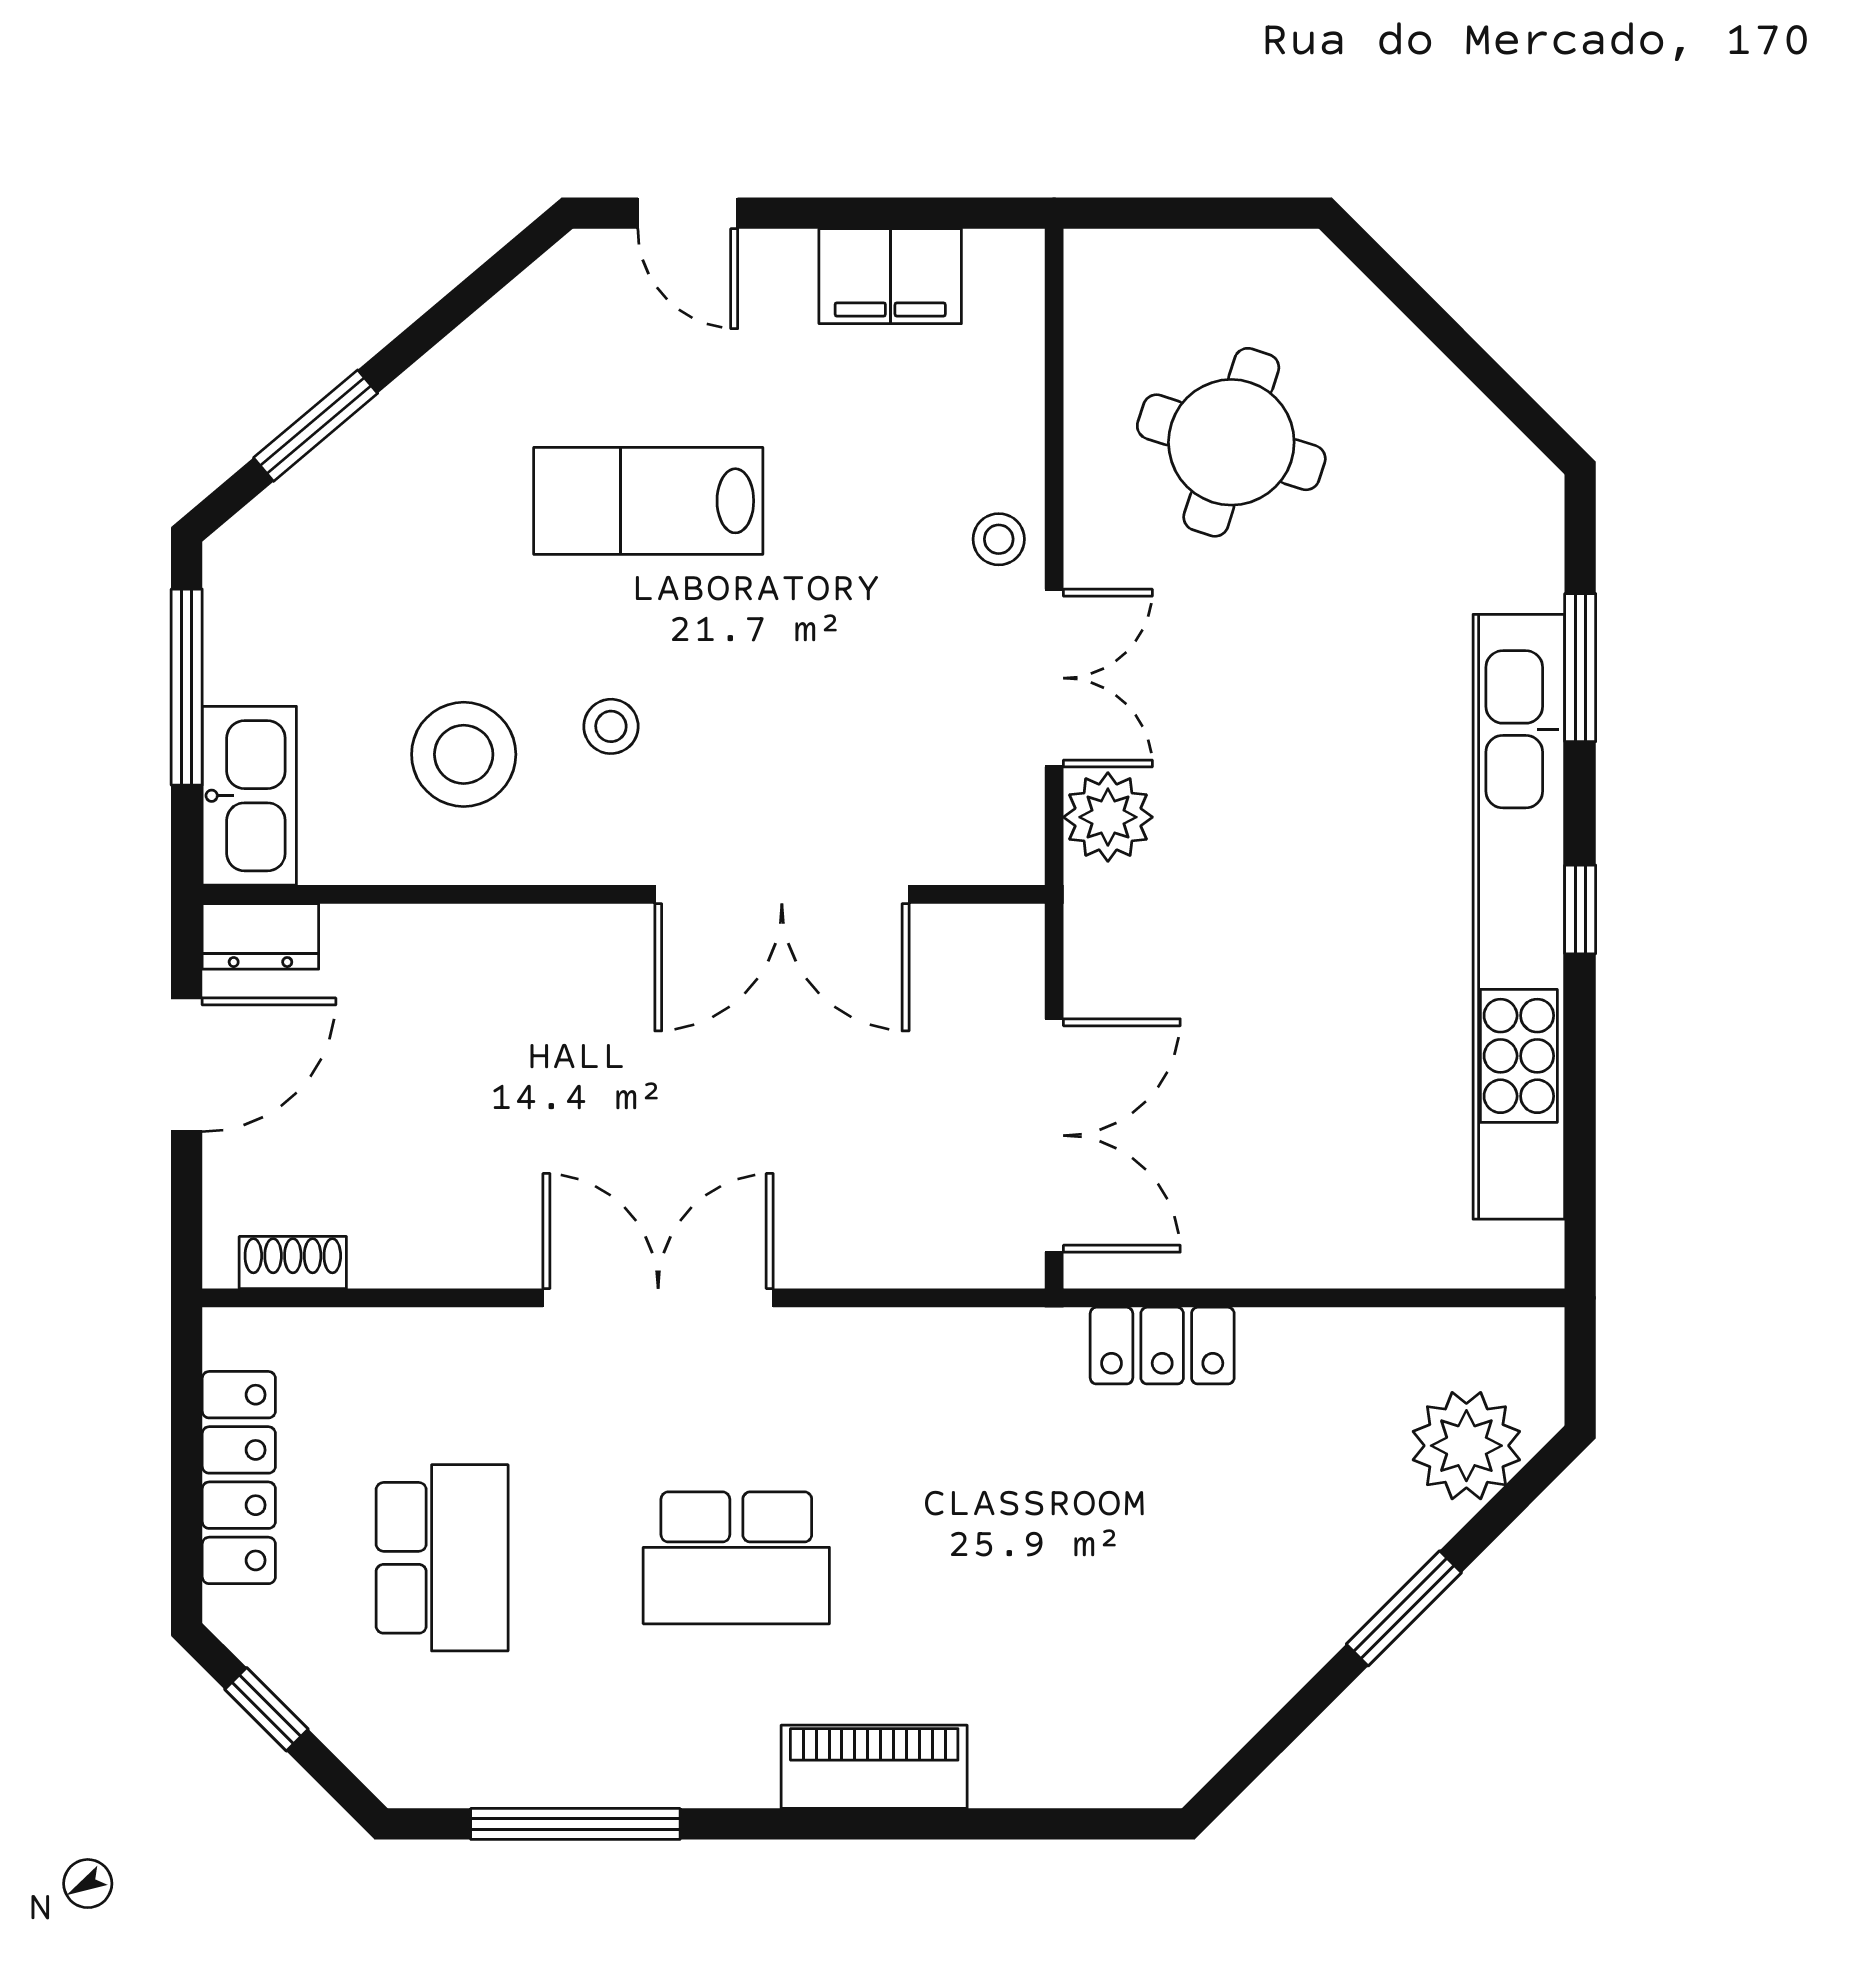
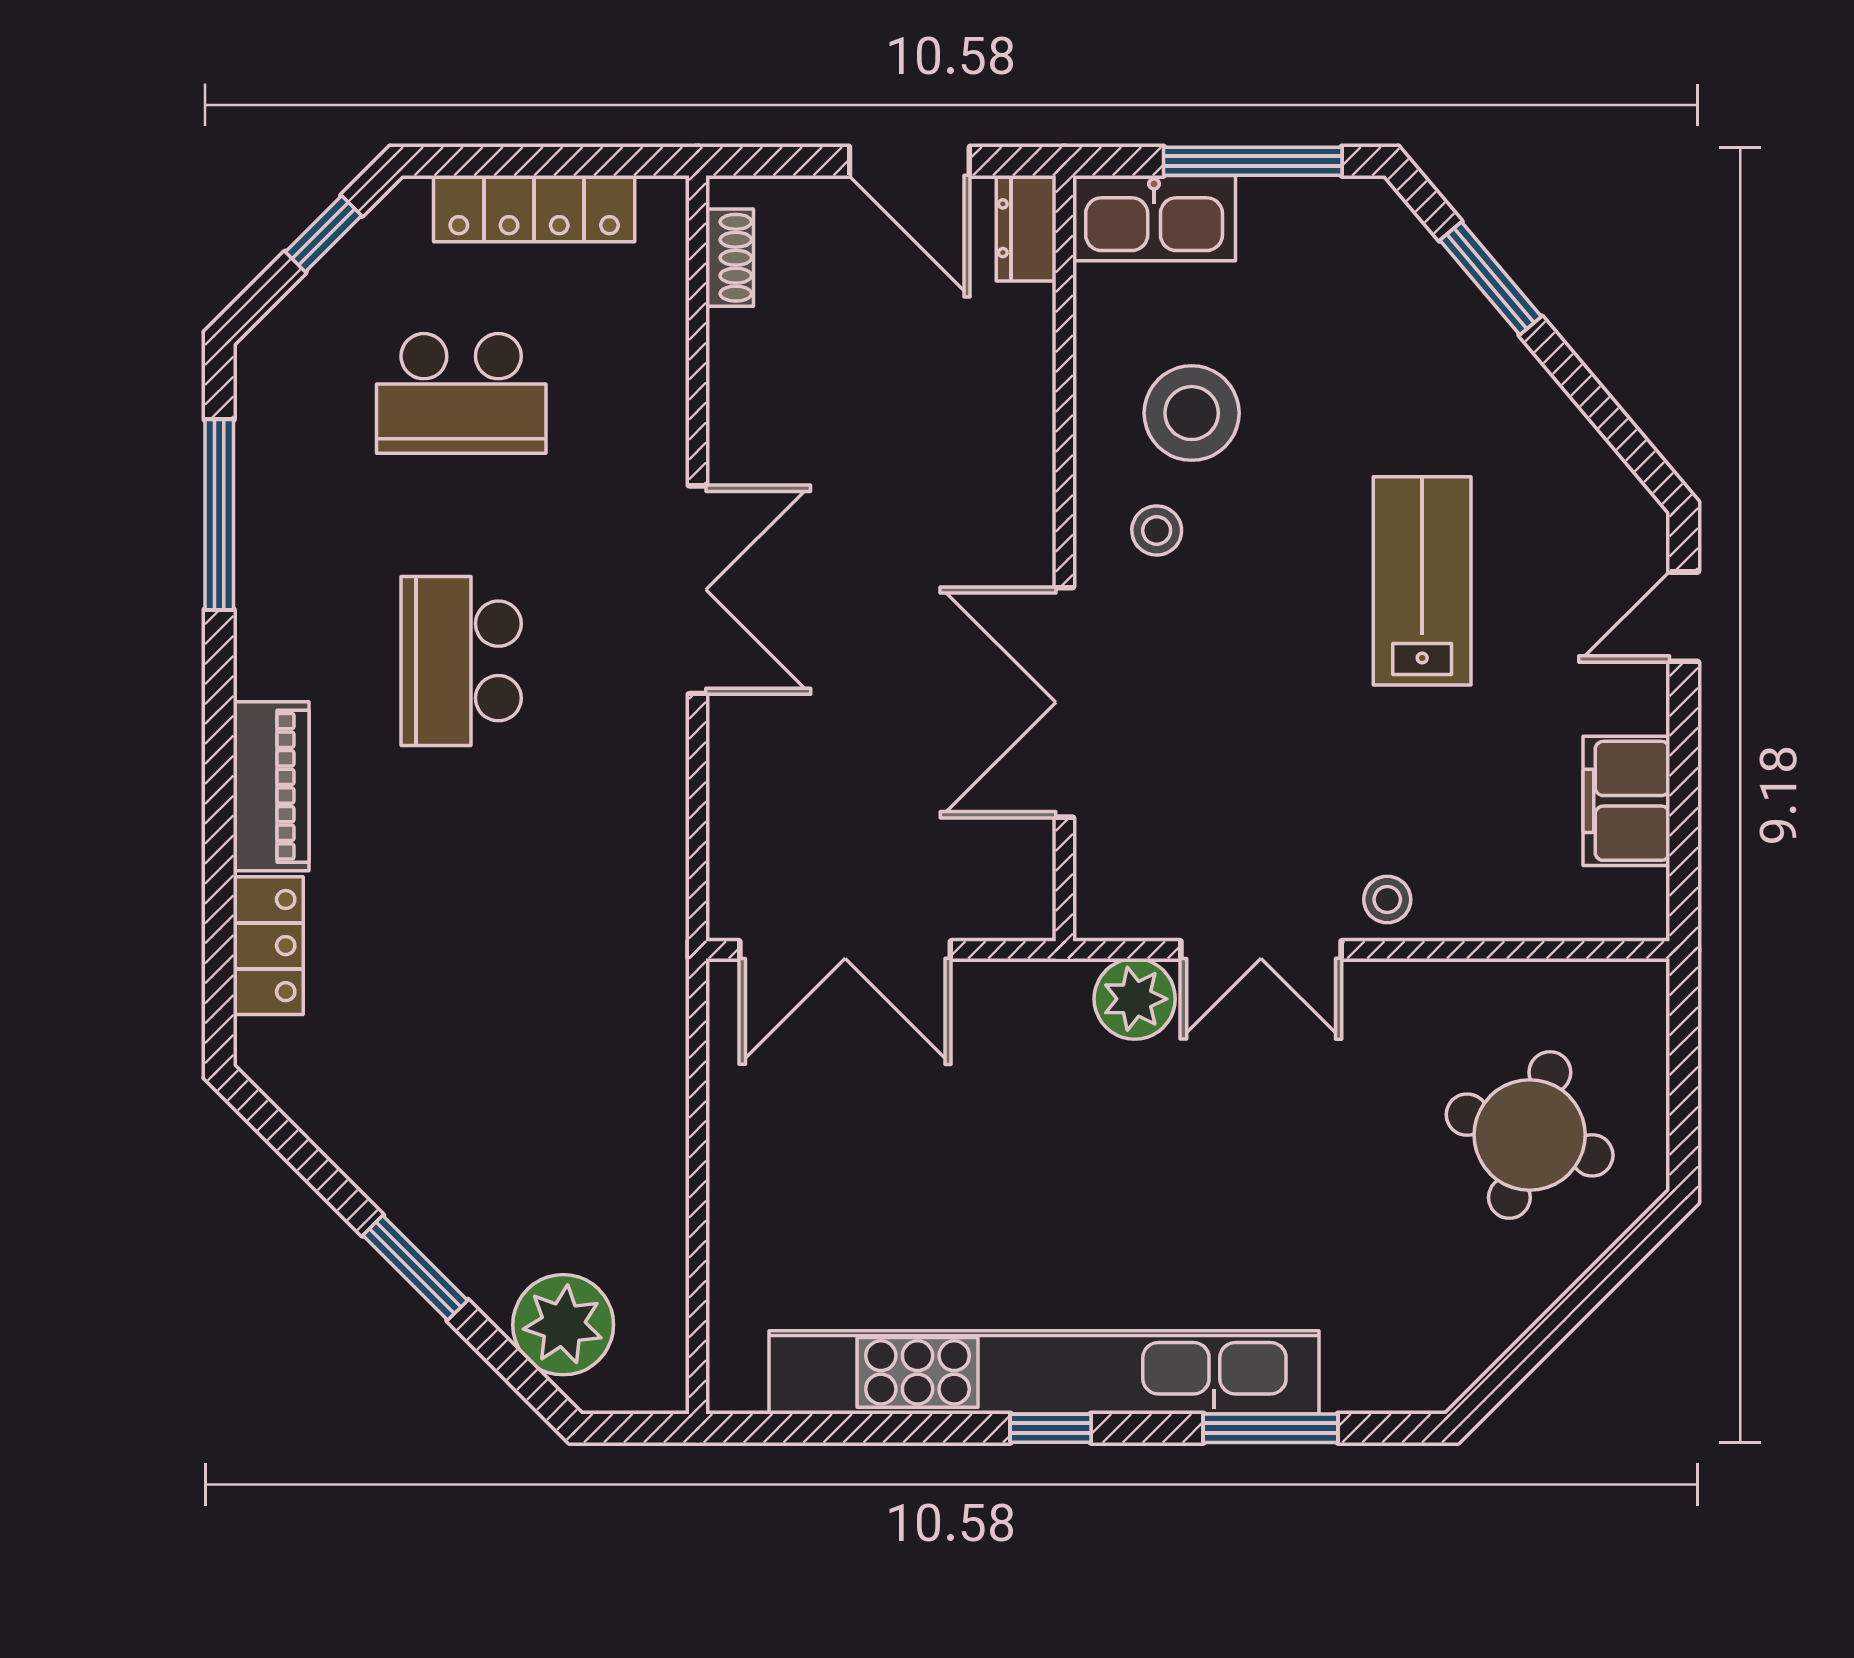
round table: (1231, 442) -> (1530, 1135), moved
stool: (611, 726) -> (1157, 530), moved
locker: (1162, 1346) -> (268, 946), moved, turned 180

